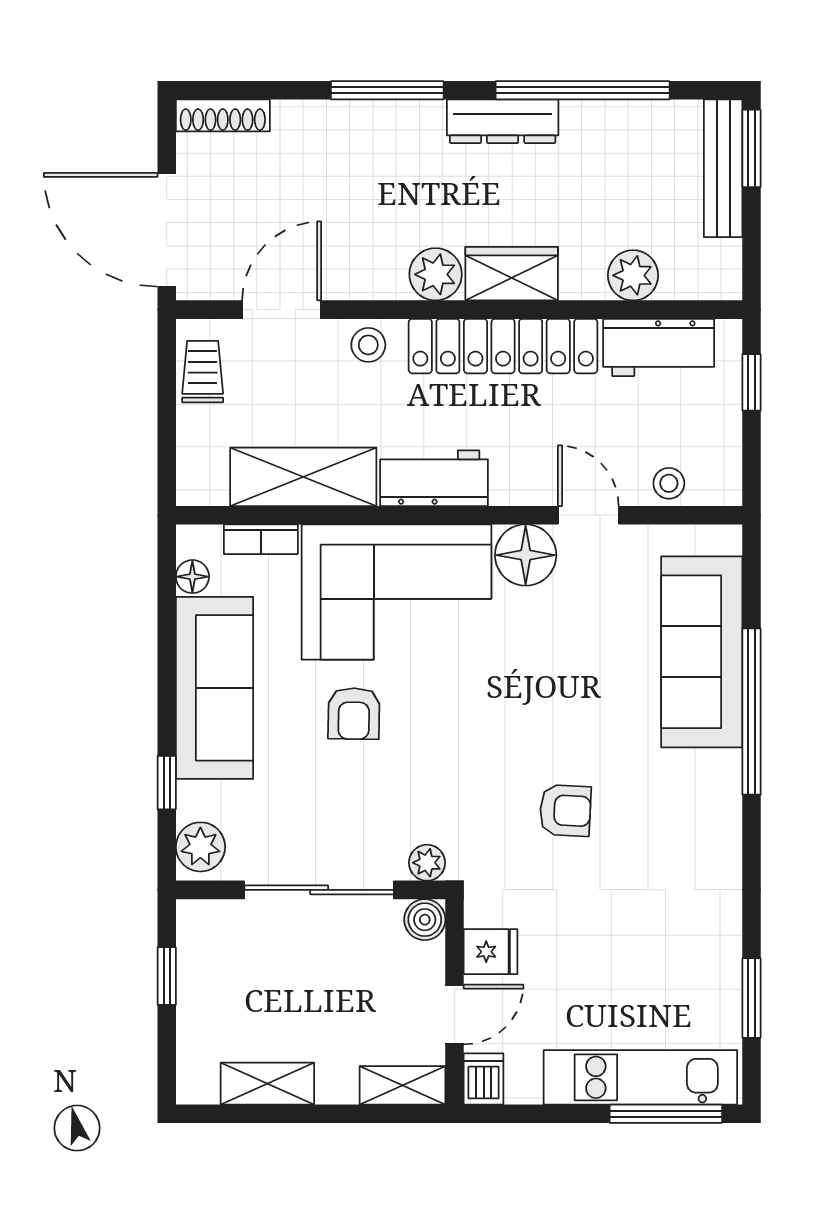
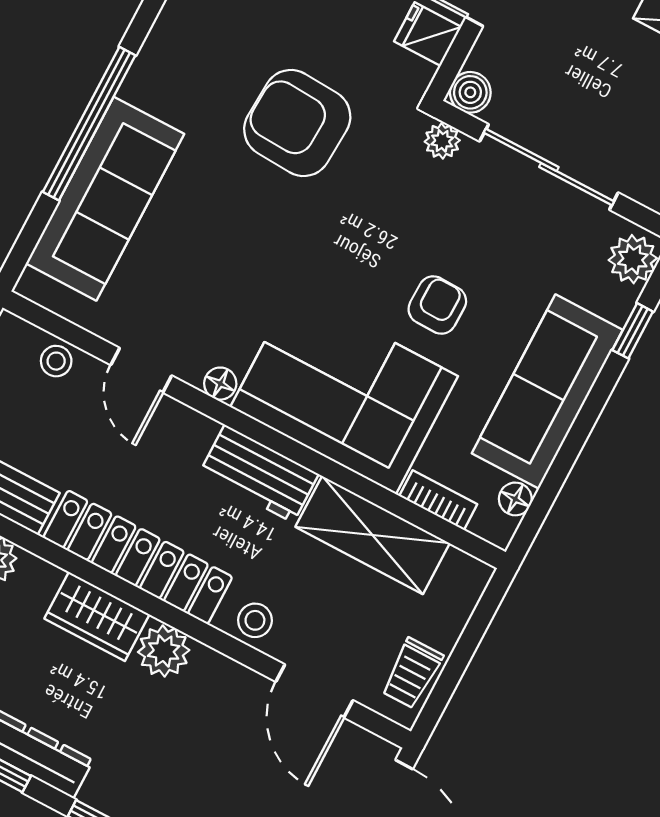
door: (282, 310) -> (314, 691), hinge flipped
floor lamp: (526, 555) -> (220, 384), width x0.53, depth x0.53
armchair: (565, 810) -> (297, 123), width x1.88, depth x1.88

